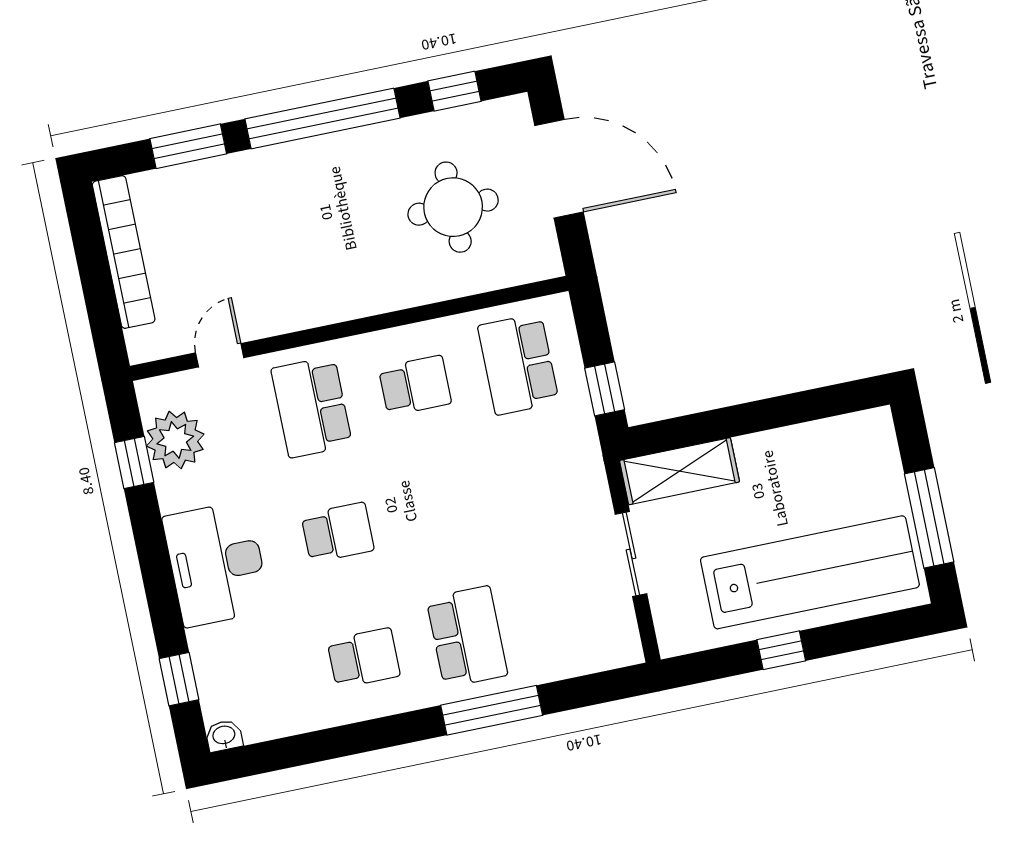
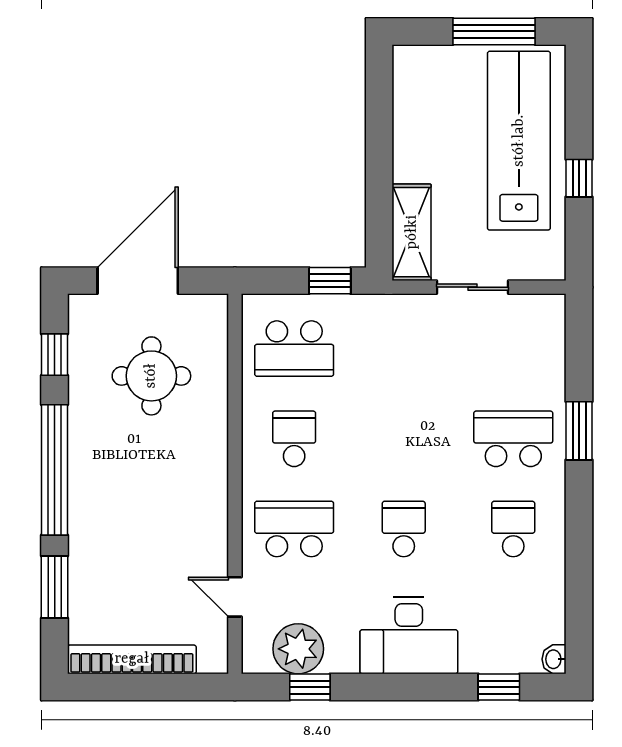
school desk: (312, 407) -> (294, 529), turned 180
window: (492, 710) -> (579, 431), width x0.69

